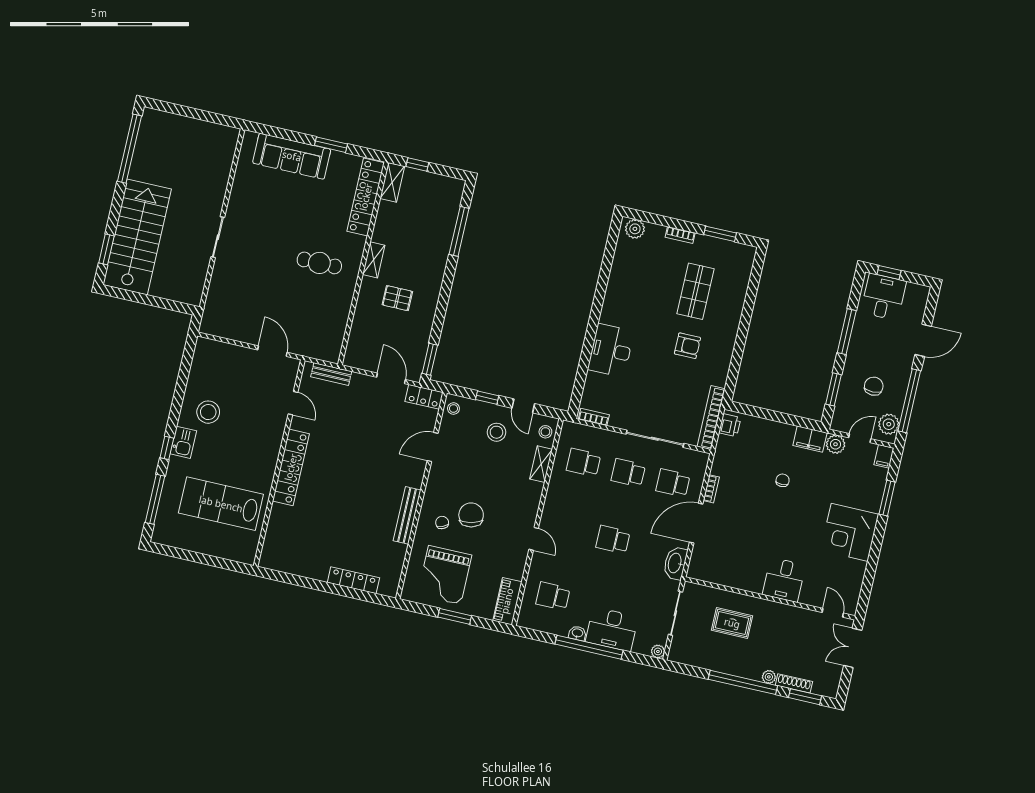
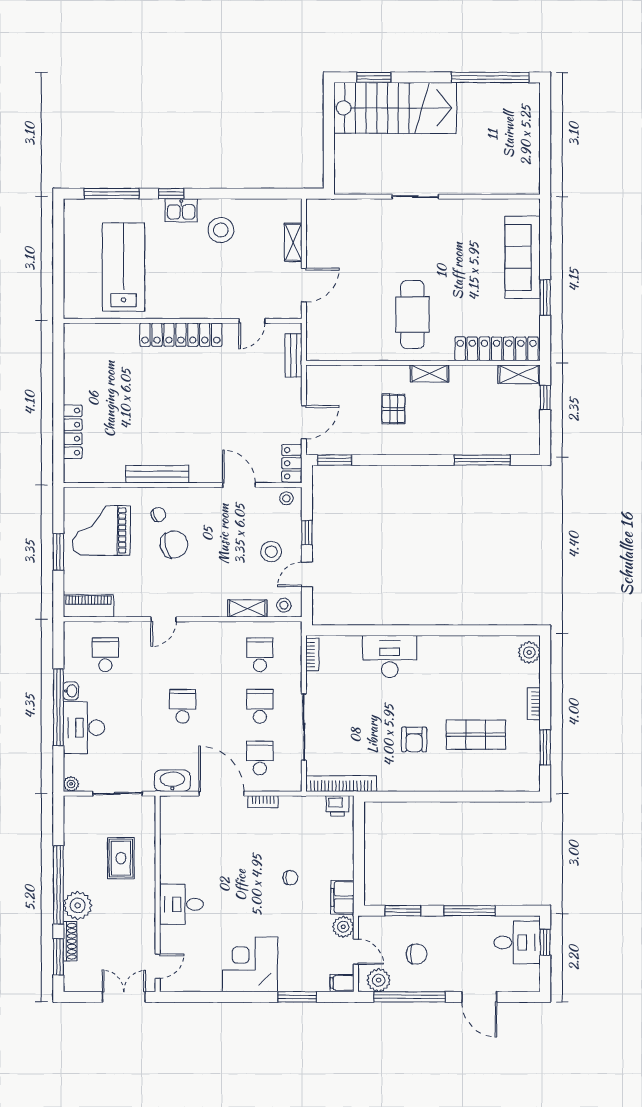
cafe table: (319, 263) -> (412, 315), width x1.37, depth x1.35
shelving: (233, 352) -> (293, 242), added
plant: (769, 677) -> (78, 905), width x1.87, depth x1.87

